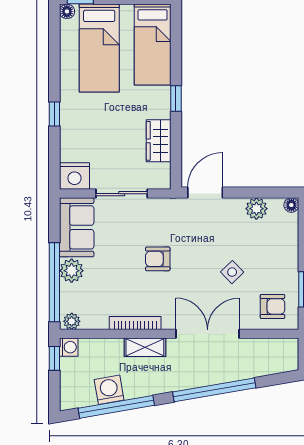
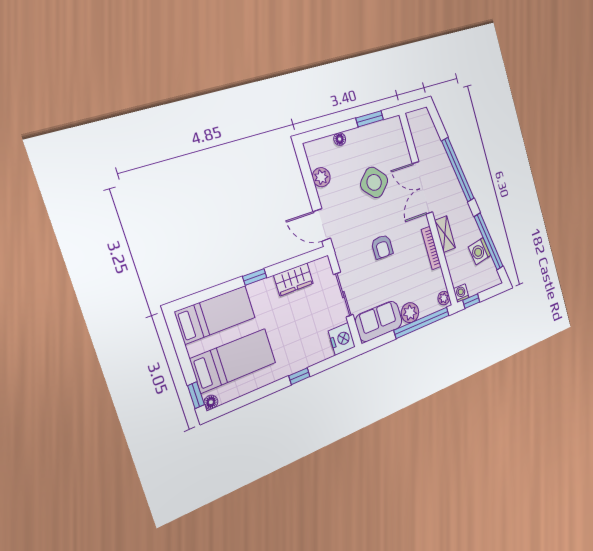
floor lamp: (291, 205) -> (340, 139), moved
side table: (232, 272) -> (374, 182), width x1.87, depth x1.87
armchair: (273, 306) -> (389, 141), removed

